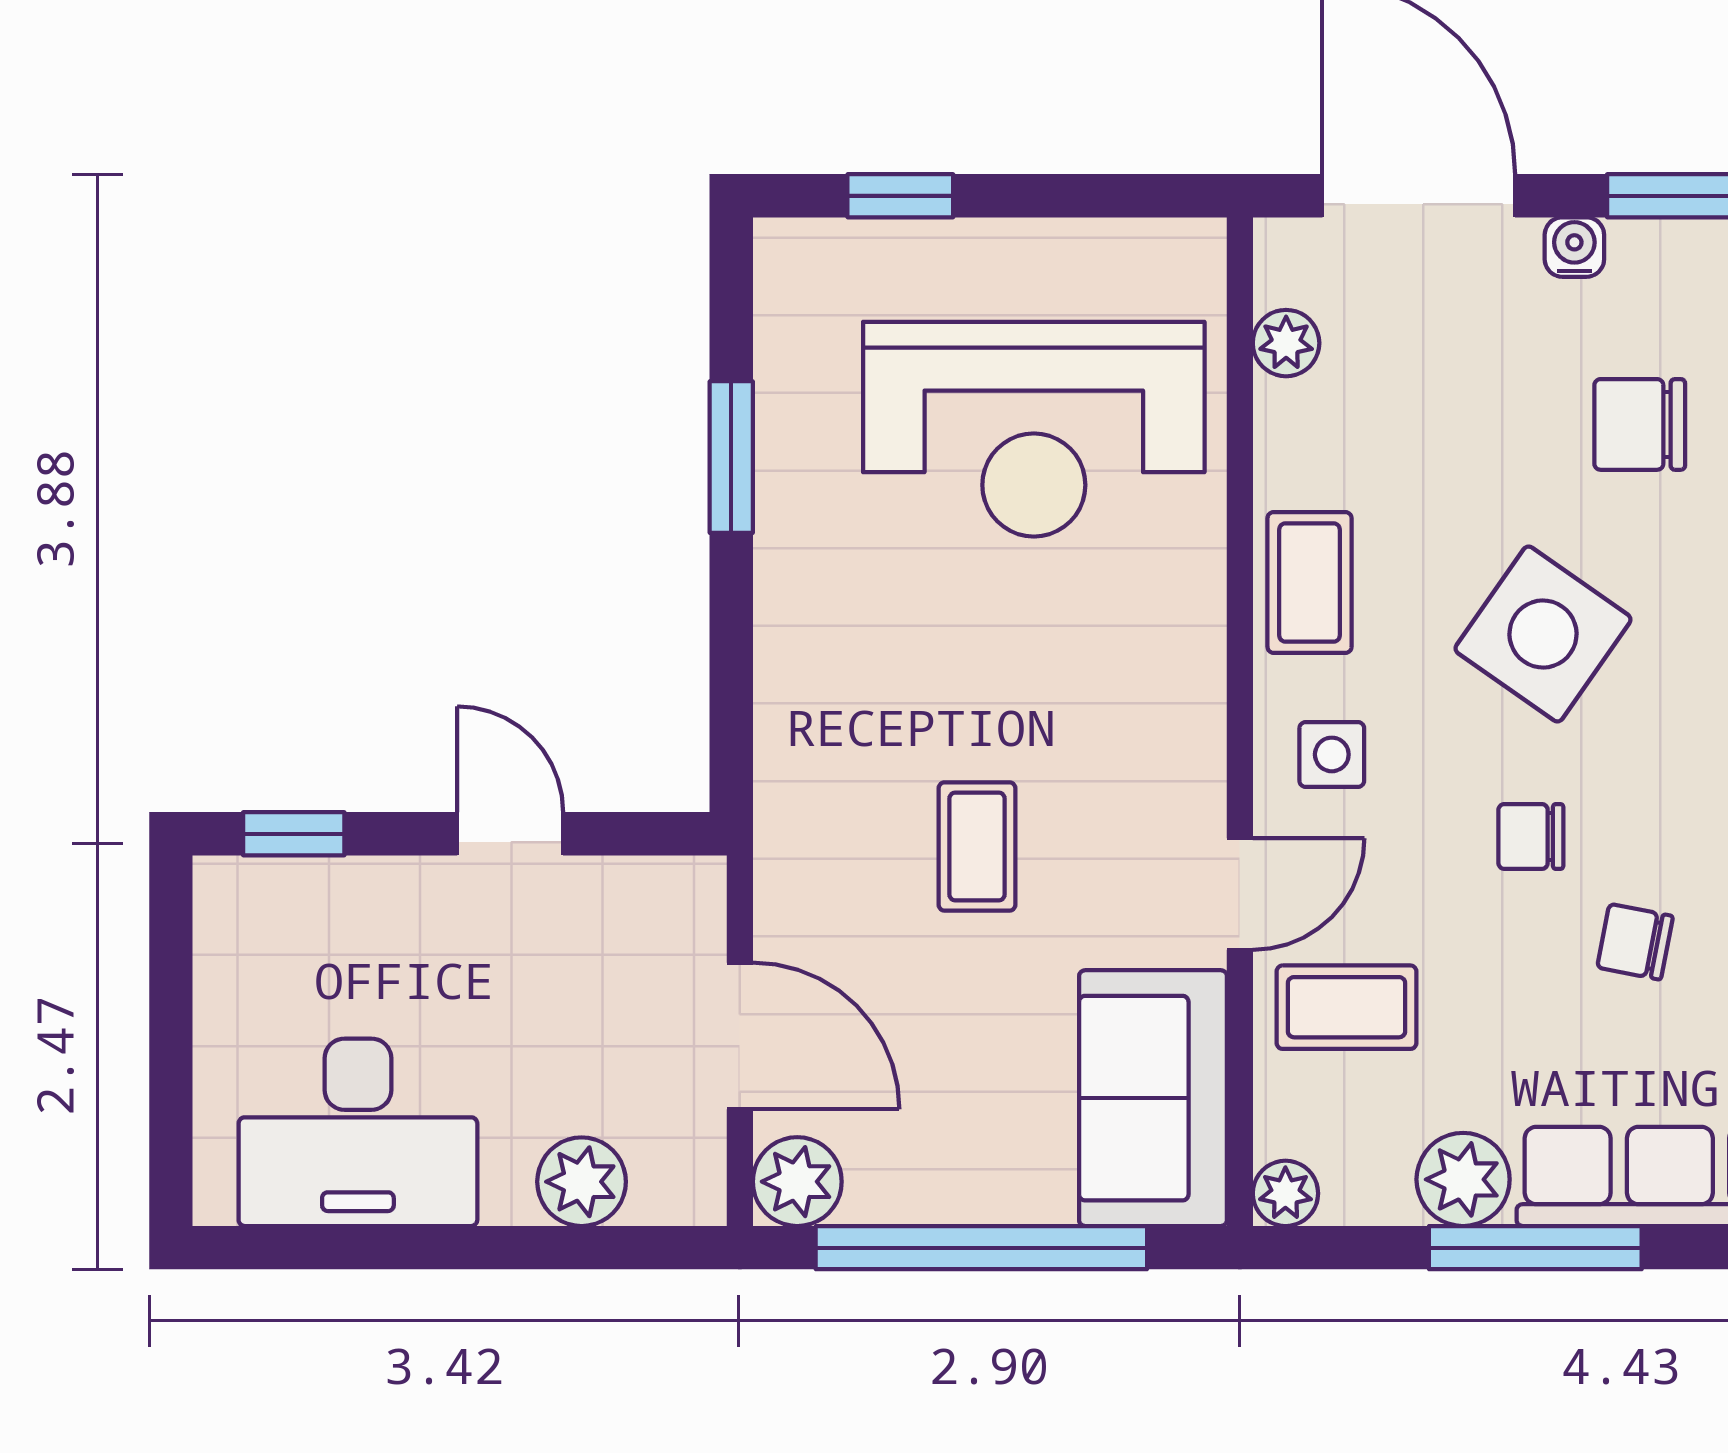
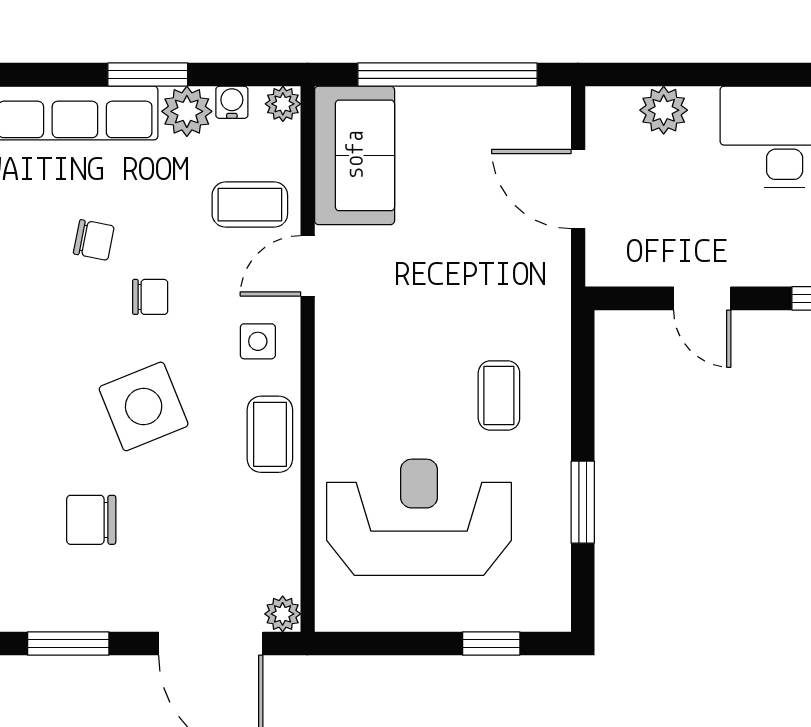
water cooler: (1574, 247) -> (232, 102), moved, turned 180
plant: (1286, 343) -> (283, 614), moved
chair: (1640, 424) -> (91, 520), turned 180
side table: (1543, 634) -> (144, 406), turned 33
coffee table: (977, 846) -> (499, 396), moved
plant: (797, 1182) -> (547, 110), removed
window: (1535, 1248) -> (148, 75), width x0.69

